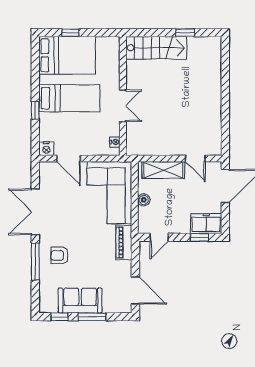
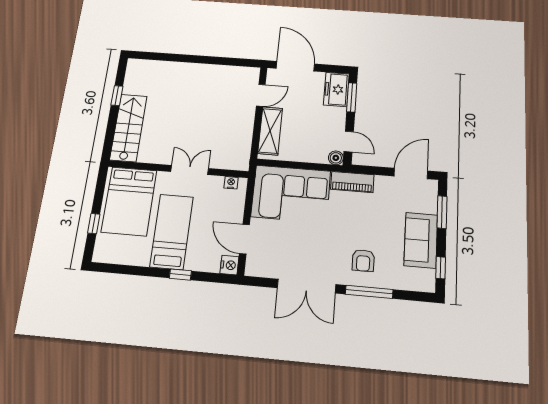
bed: (67, 55) -> (129, 201), moved, turned 180
door: (68, 159) -> (244, 239), swing flipped
boiler: (144, 200) -> (336, 158), moved
window: (200, 237) -> (352, 97), width x1.50
window: (92, 317) -> (442, 212), moved

